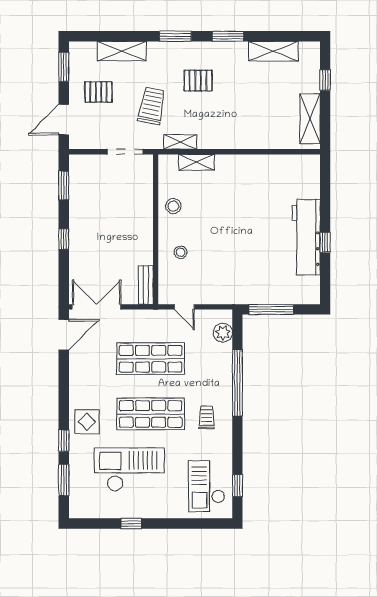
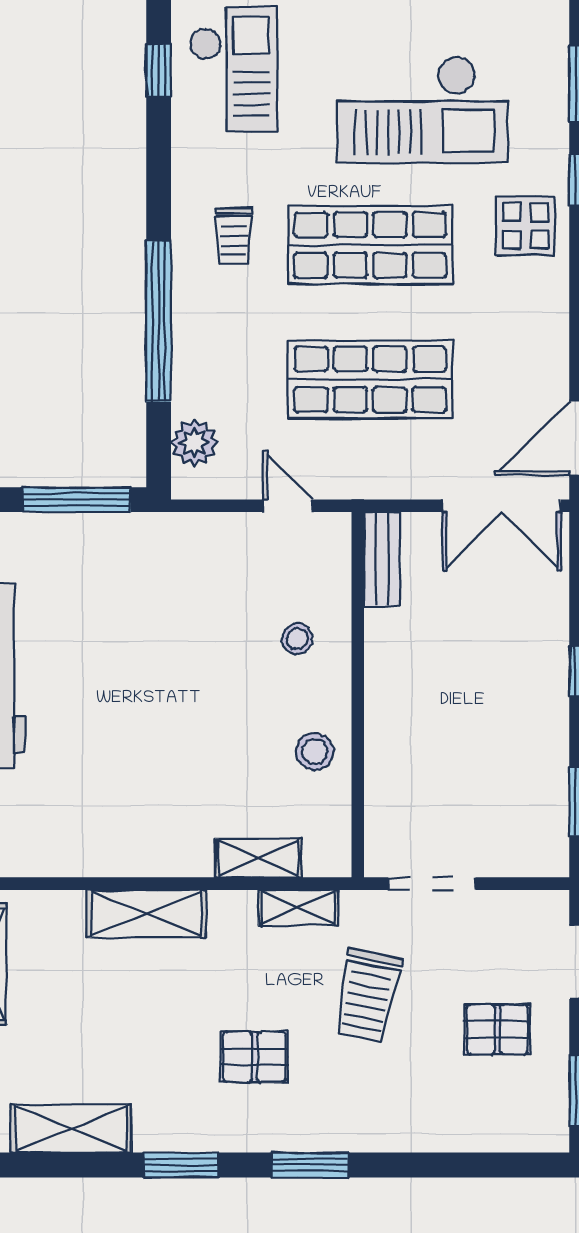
shelving: (122, 51) -> (146, 914), moved

